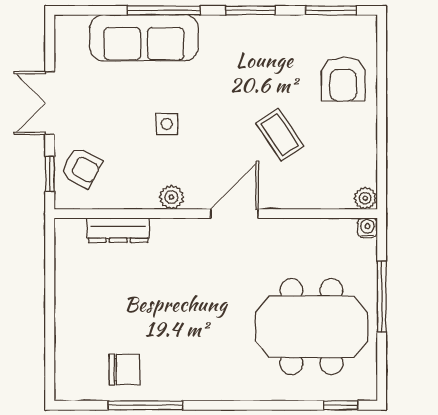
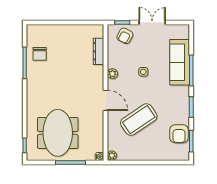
armchair: (343, 79) -> (179, 134), moved, turned -90
coffee table: (280, 135) -> (139, 120), width x1.86, depth x1.72

